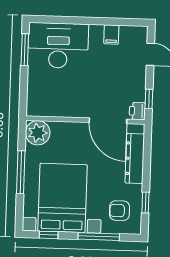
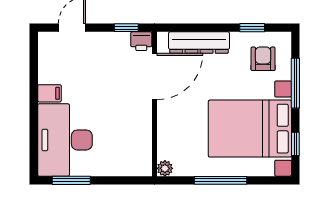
filing cabinet: (111, 34) -> (49, 93), moved
plant: (38, 133) -> (165, 168), width x0.53, depth x0.53
armchair: (120, 211) -> (263, 59), turned 180

